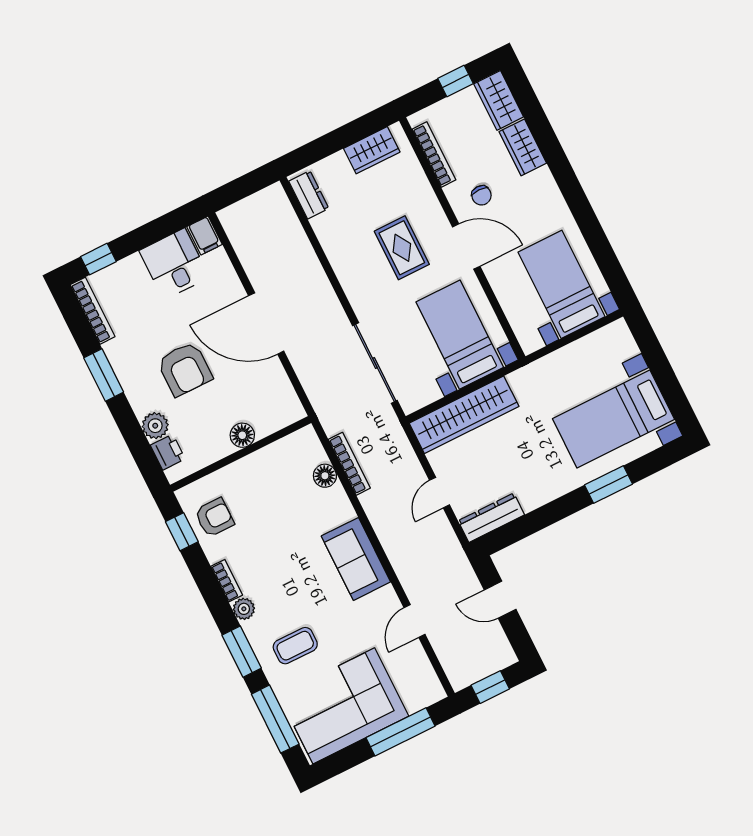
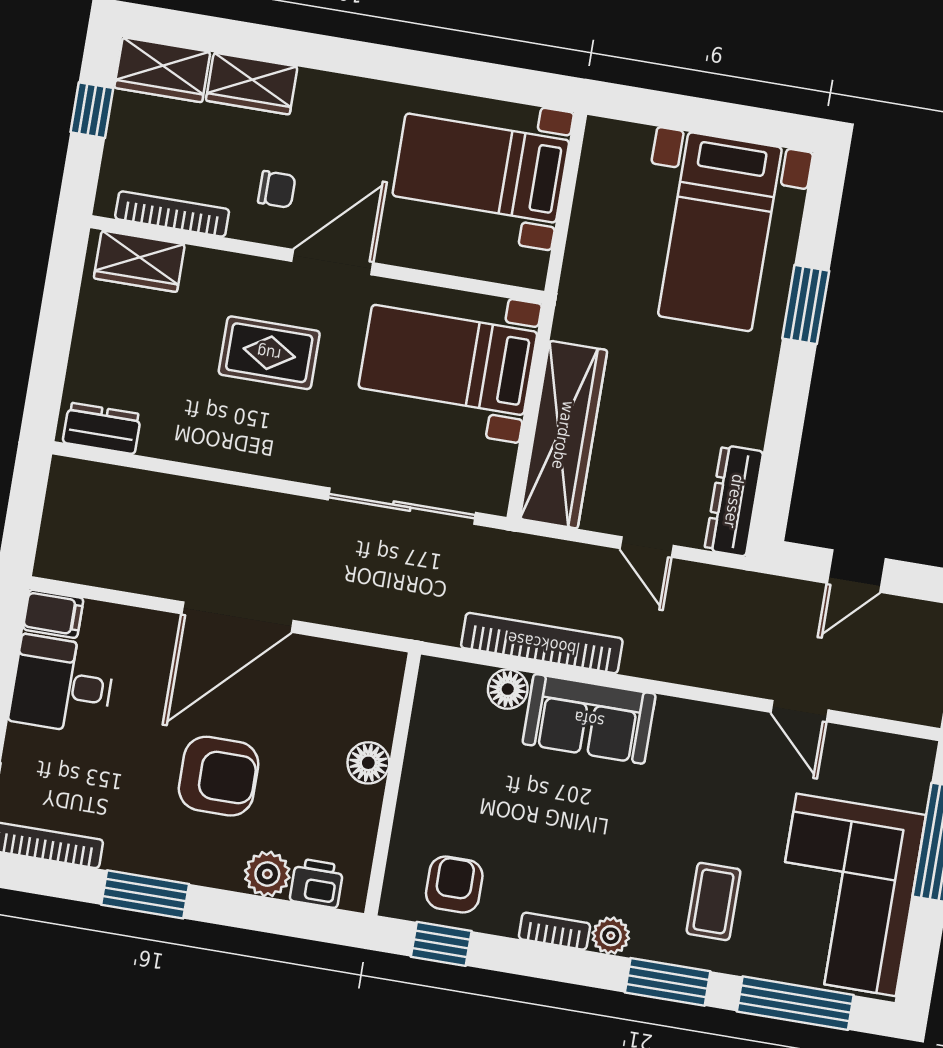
wardrobe: (372, 150) -> (139, 261), moved, turned 90
bookcase: (349, 464) -> (542, 643), width x1.48, depth x1.31
sofa: (356, 559) -> (589, 719), moved

